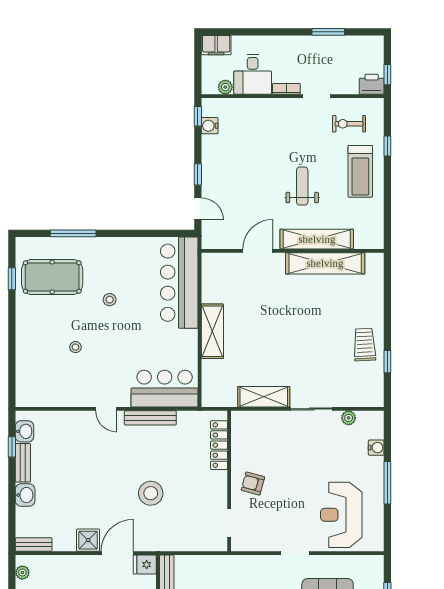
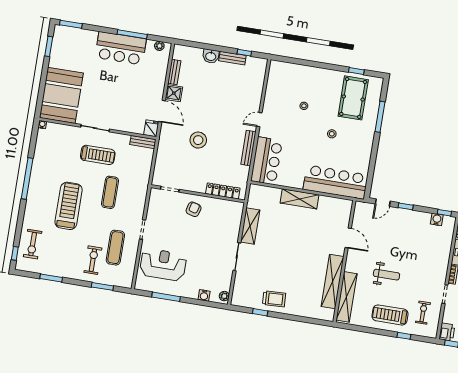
shelving: (317, 239) -> (347, 297), moved
plant: (349, 418) -> (224, 296), moved
washbasin: (24, 431) -> (253, 63), removed
window: (387, 483) -> (166, 297), moved
bench: (34, 545) -> (174, 72), moved

